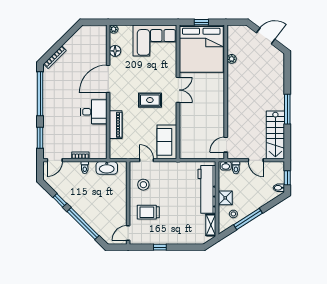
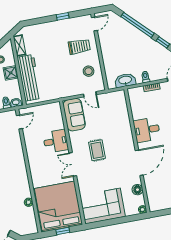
rug: (150, 100) -> (97, 150), turned 90
desk: (192, 118) -> (56, 141), added
piano: (116, 125) -> (124, 122), removed

